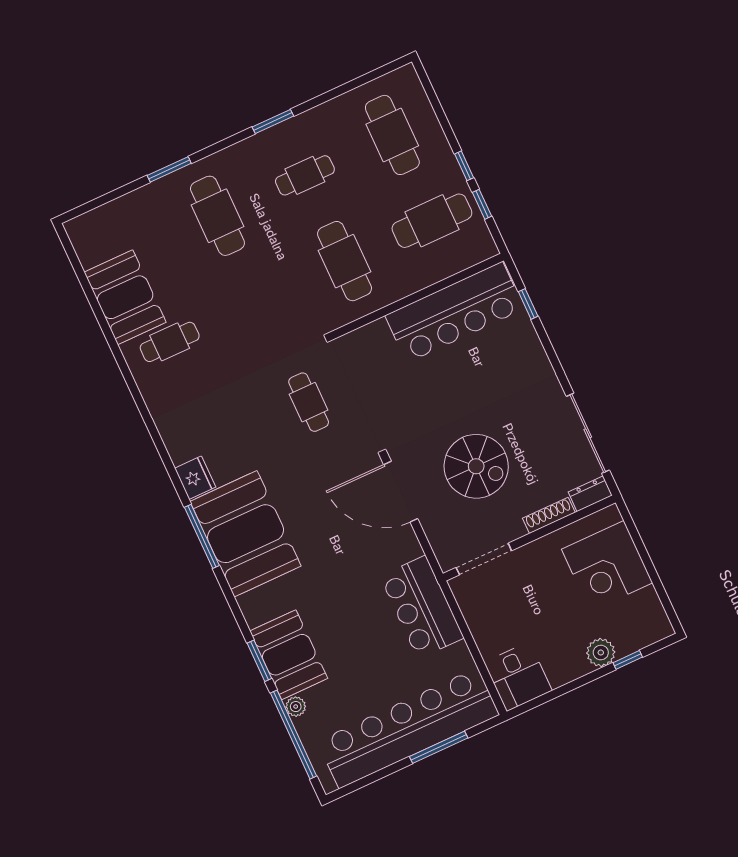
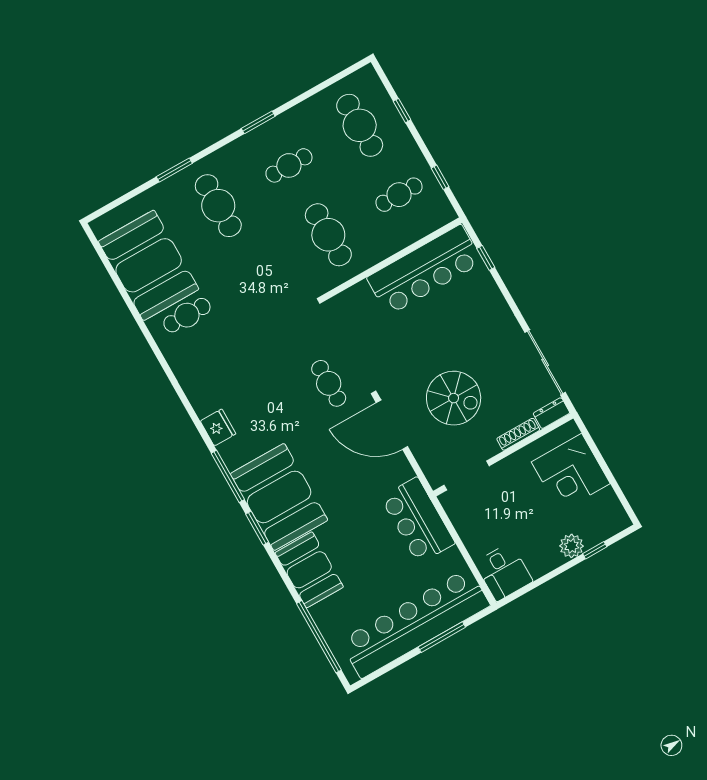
window: (464, 166) -> (402, 111), moved
cafe table: (432, 221) -> (399, 195), width x0.73, depth x0.74
booth: (125, 297) -> (149, 265), width x1.36, depth x1.42
cafe table: (309, 402) -> (329, 383), moved
booth: (246, 534) -> (279, 497), moved
window: (259, 661) -> (257, 528), moved
plant: (296, 707) -> (319, 613), removed

